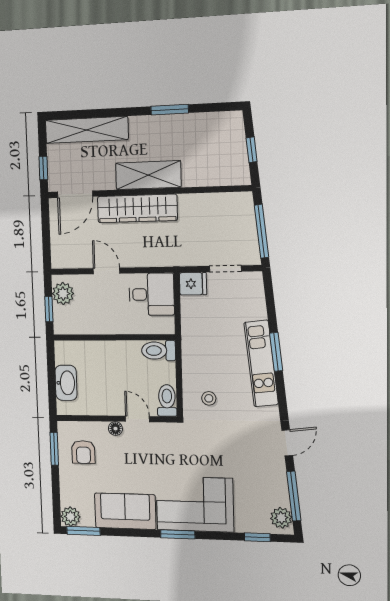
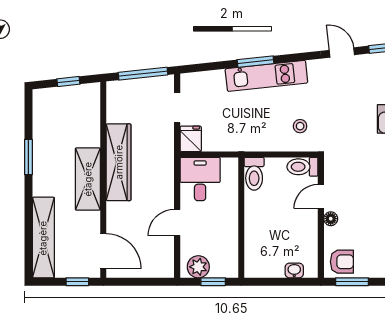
wardrobe: (137, 208) -> (119, 162), moved
washbasin: (66, 383) -> (294, 270), width x0.52, depth x0.69
armchair: (83, 452) -> (342, 262), moved

